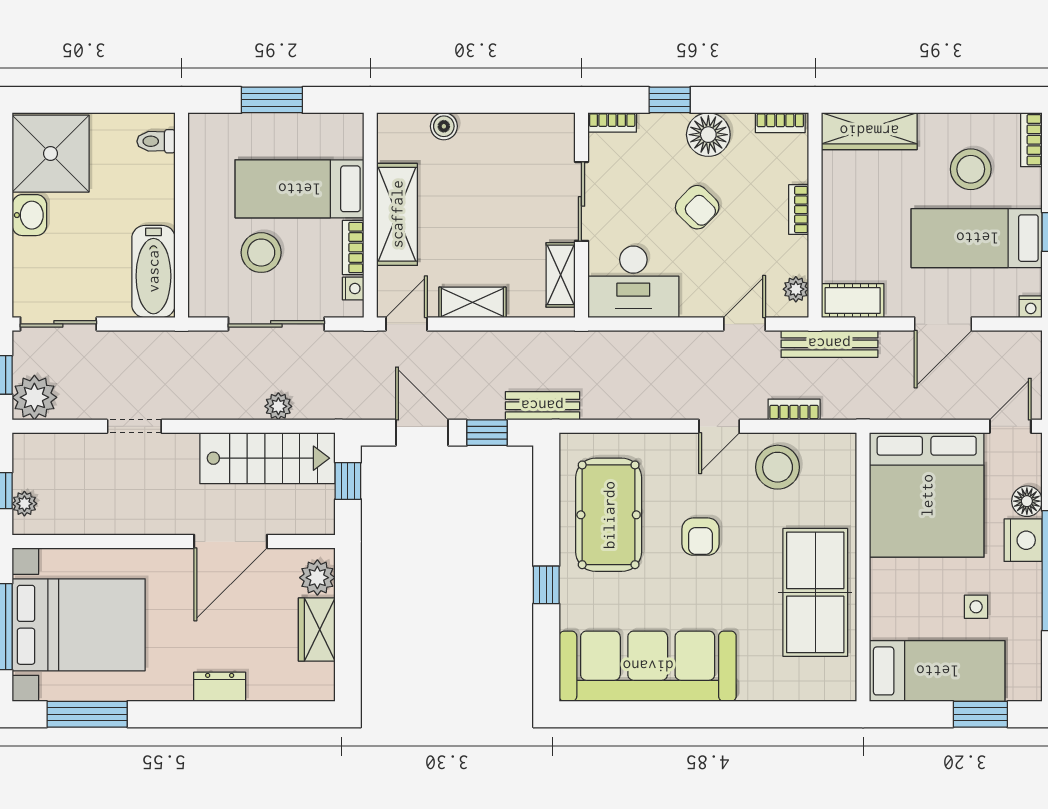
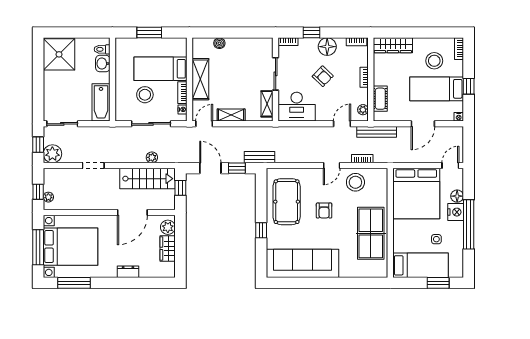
washbasin: (29, 215) -> (103, 64), moved, turned 180
cot: (853, 301) -> (380, 99), moved, turned 90

